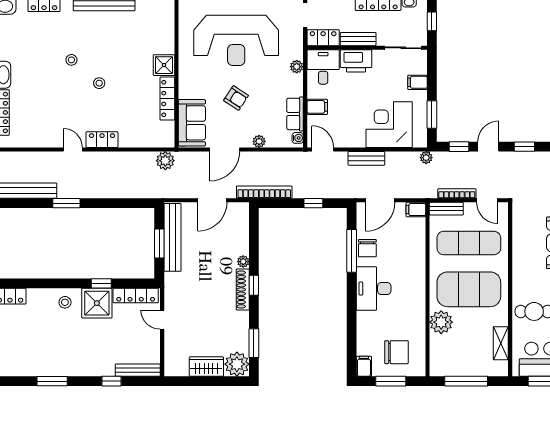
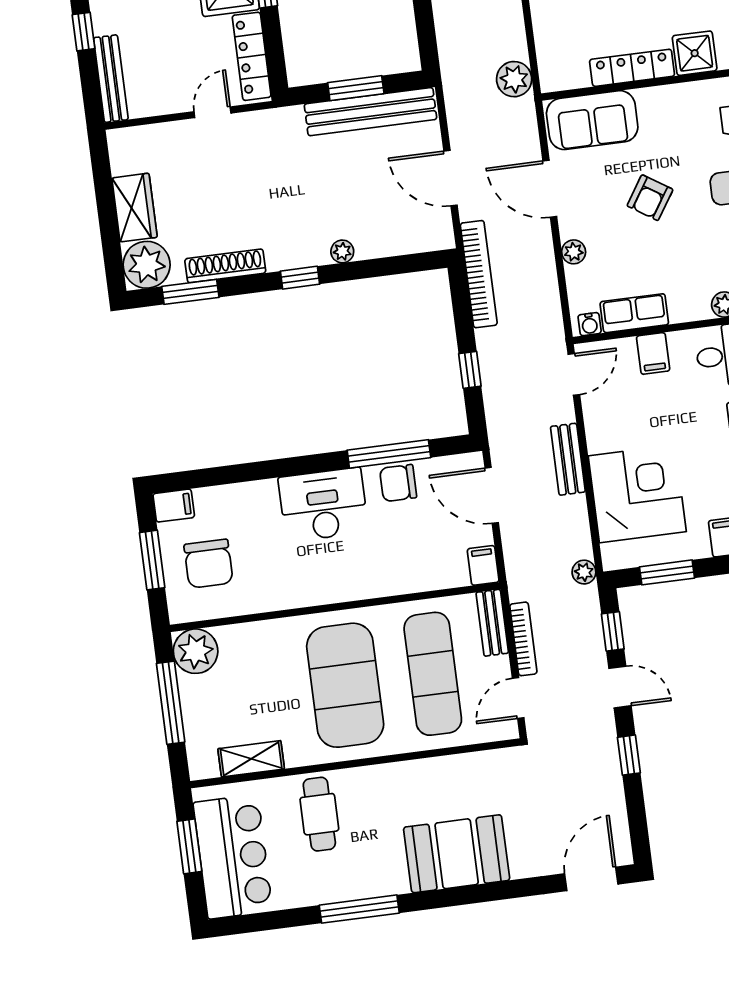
shoe rack: (243, 289) -> (225, 266), moved
plant: (441, 322) -> (196, 651), moved

